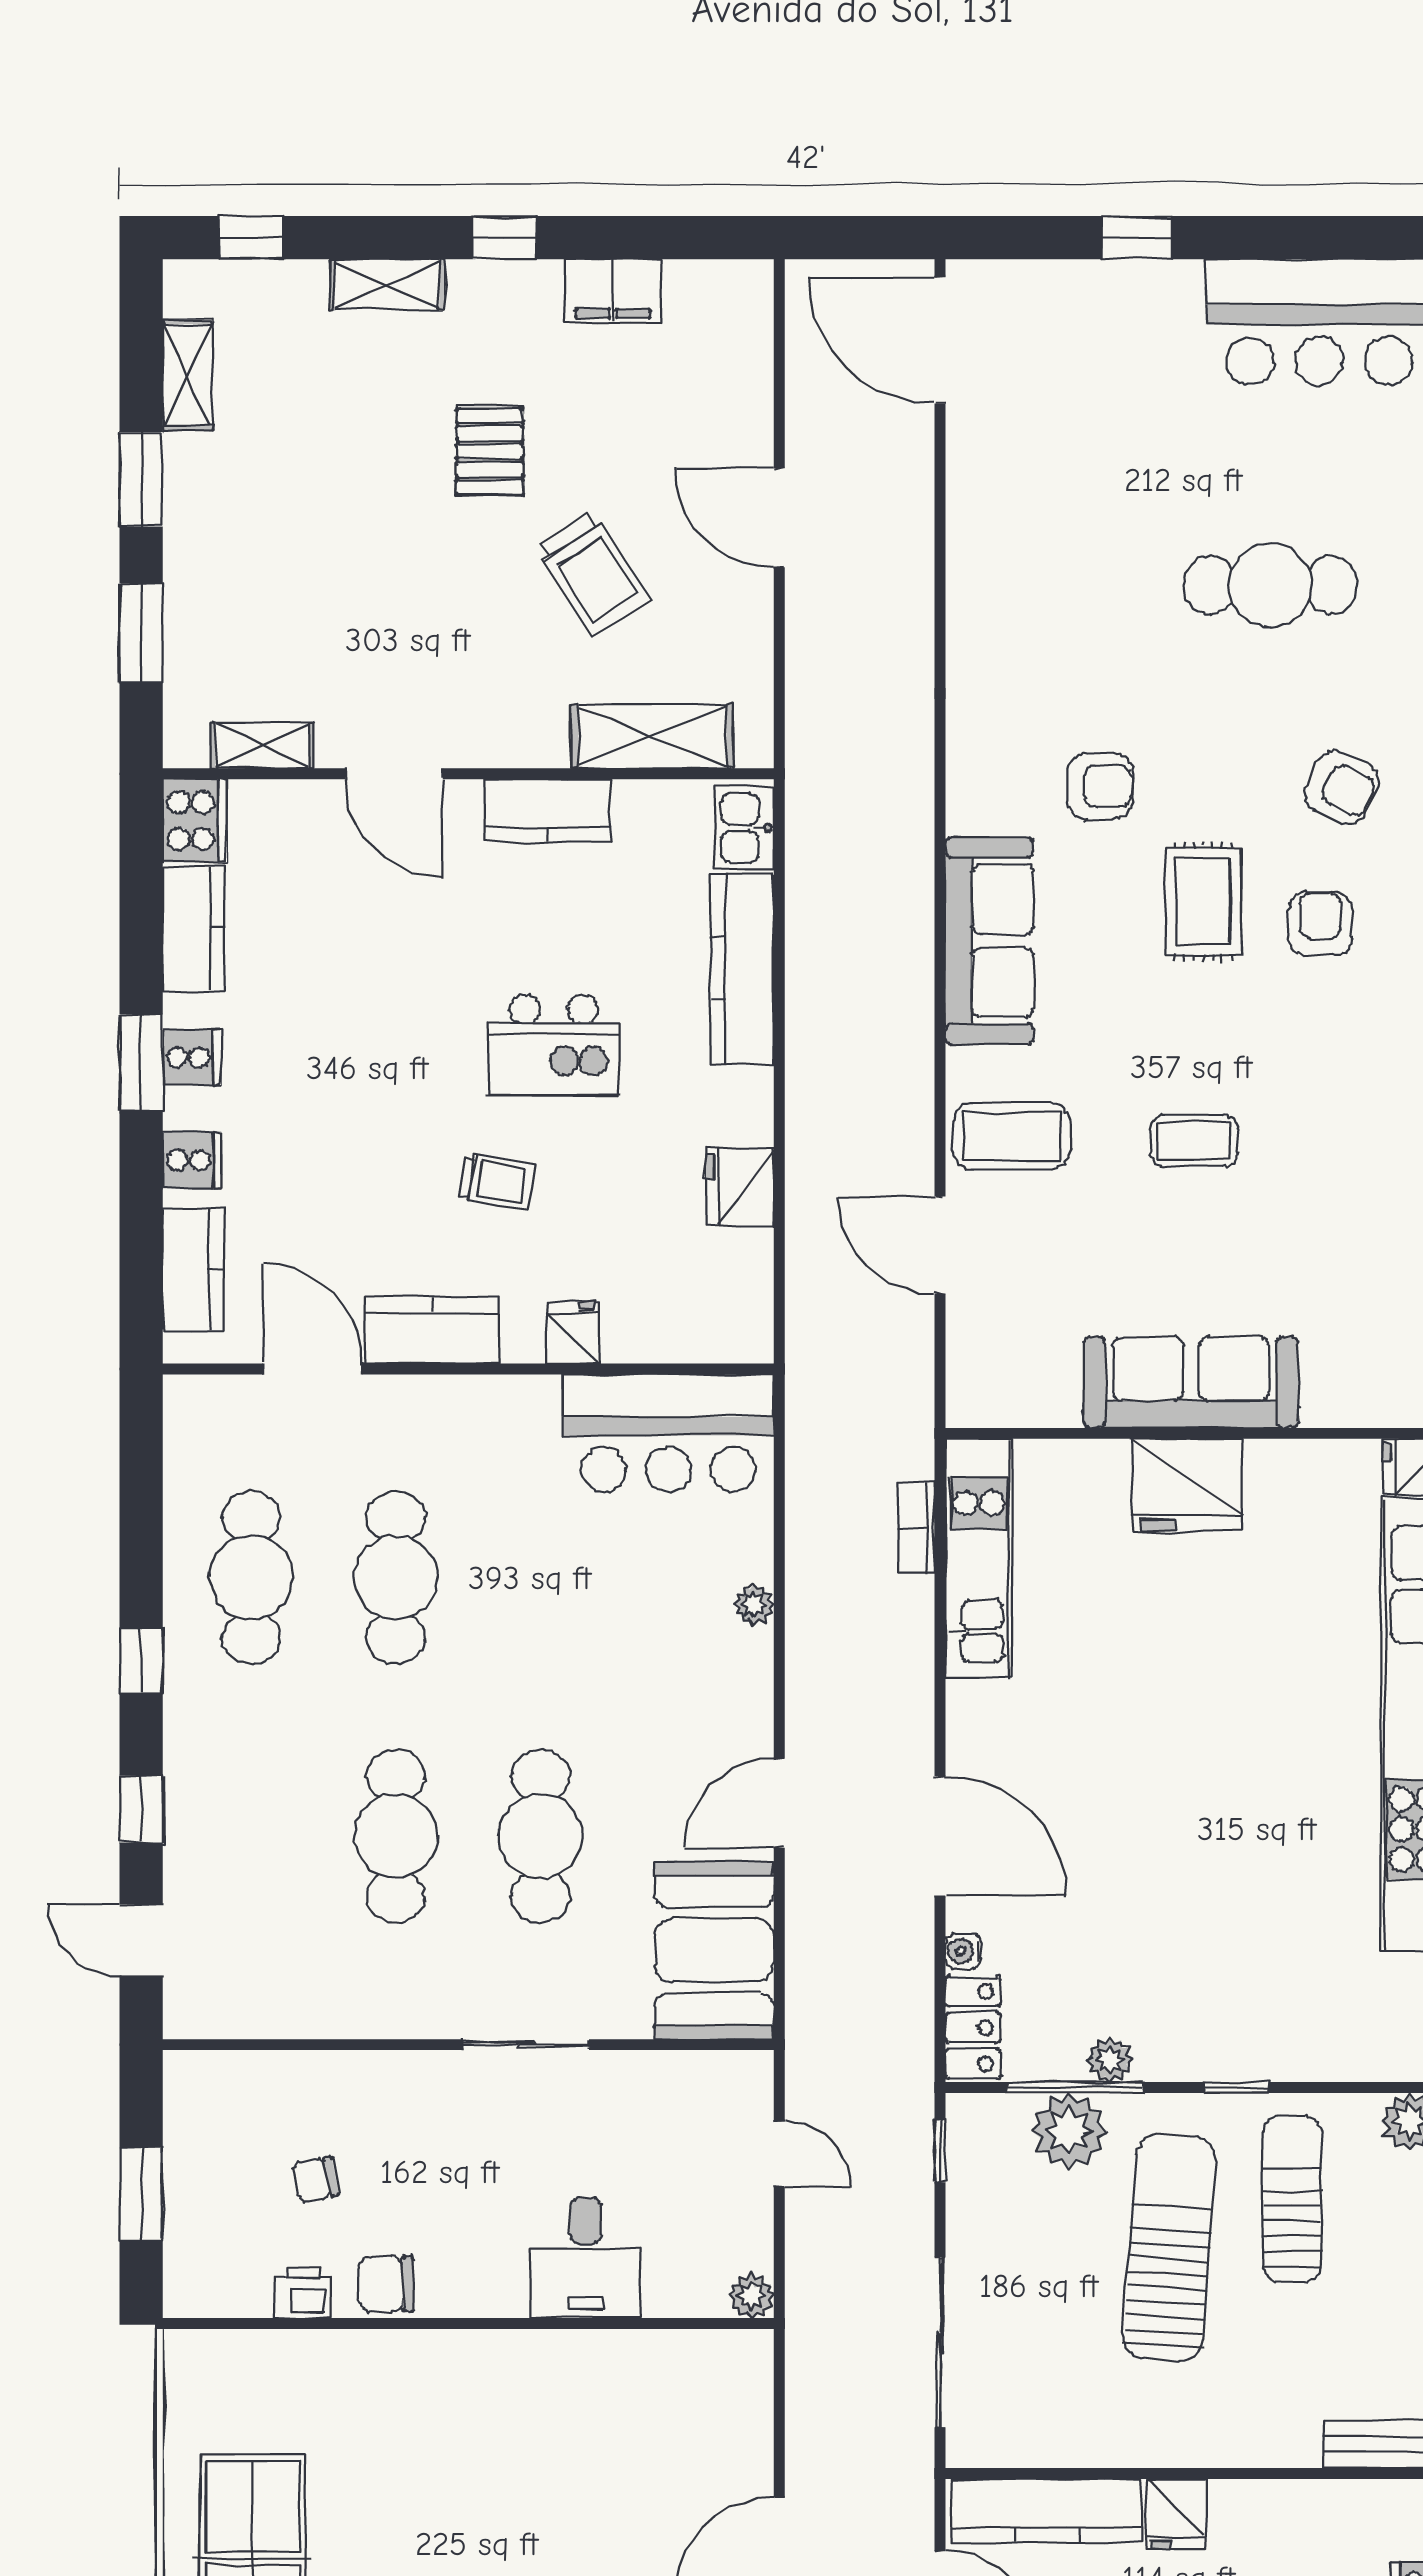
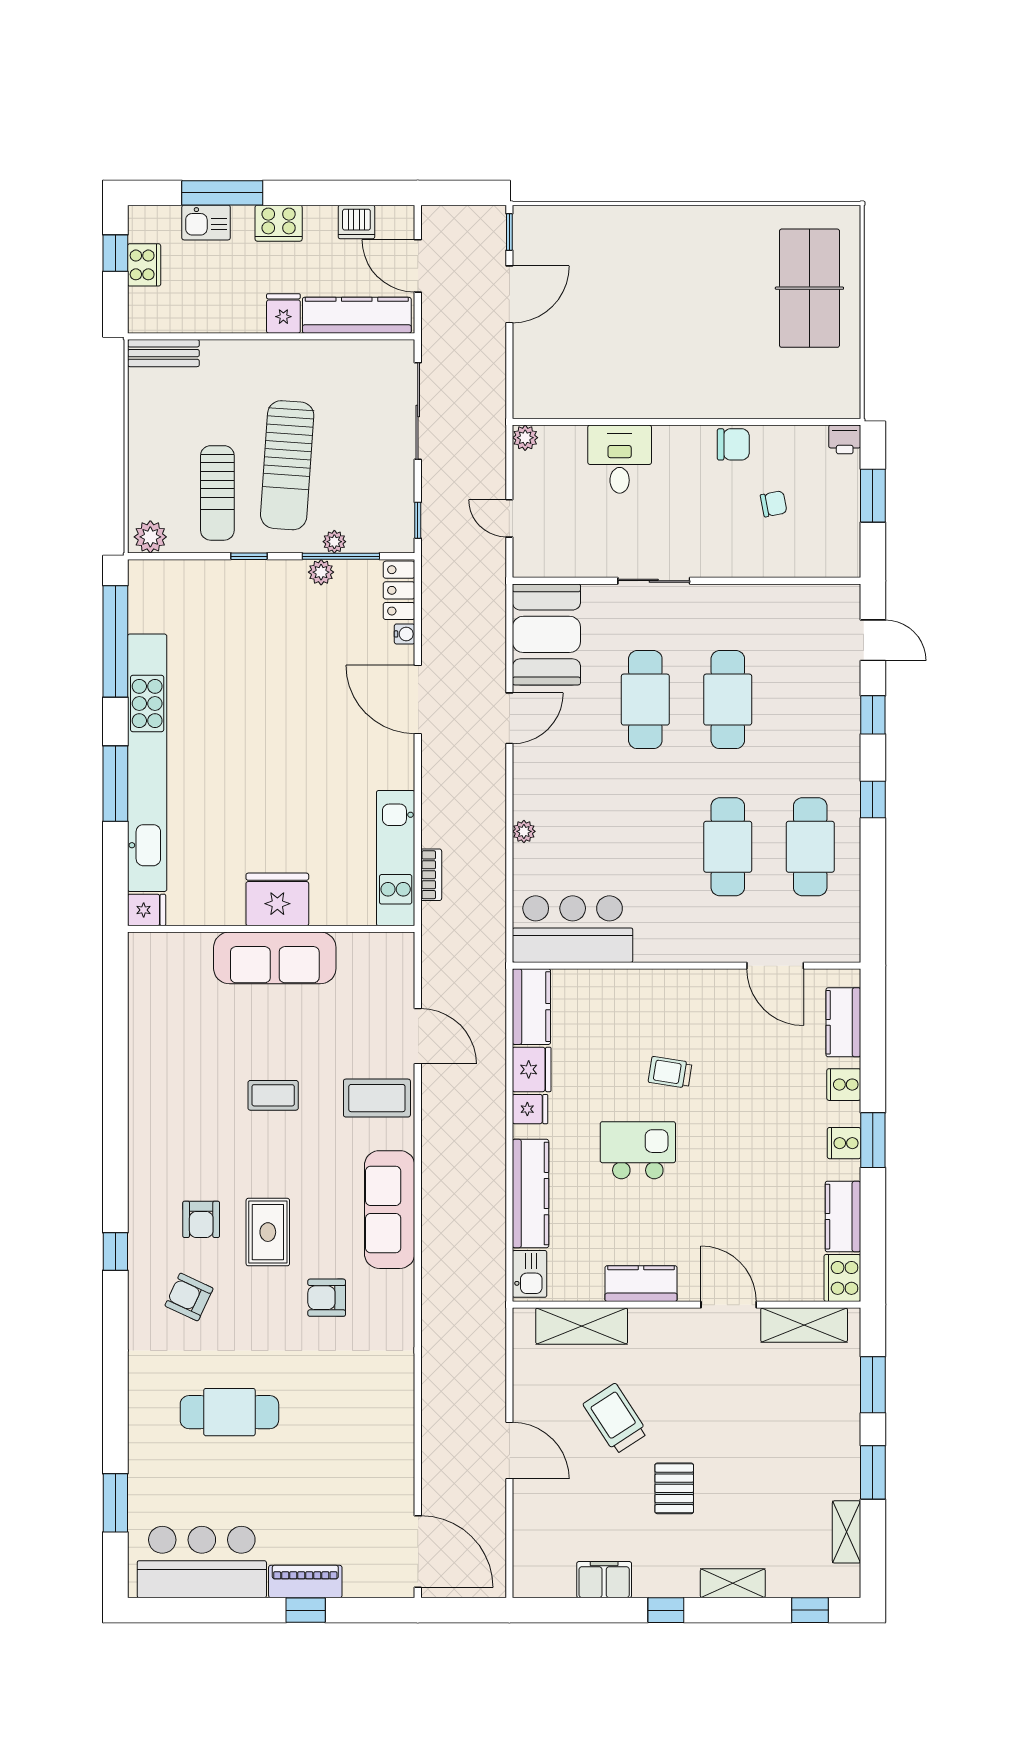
piano: (1138, 288) -> (305, 1581), added
shelving: (262, 746) -> (804, 1325), width x1.50, depth x1.33
kitchen counter: (432, 1330) -> (531, 1007), moved, turned -90
fridge: (573, 1333) -> (530, 1109), moved, turned -90
plant: (1069, 2131) -> (334, 542), width x0.53, depth x0.53
printer: (303, 2293) -> (845, 439), moved

